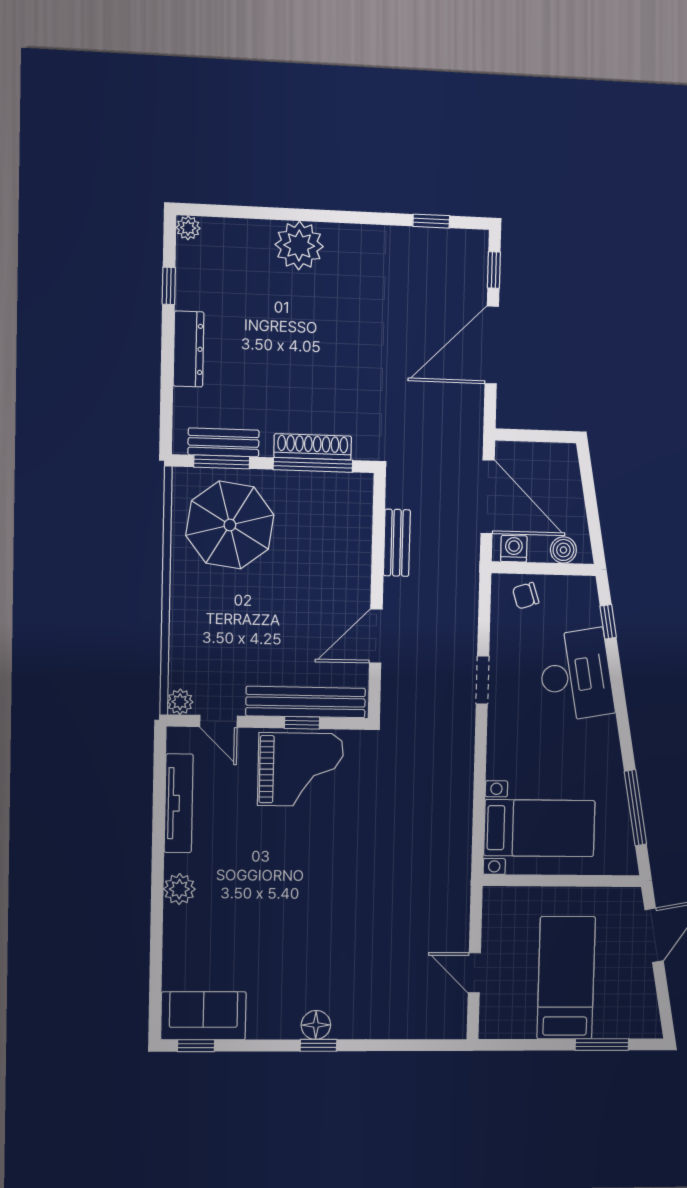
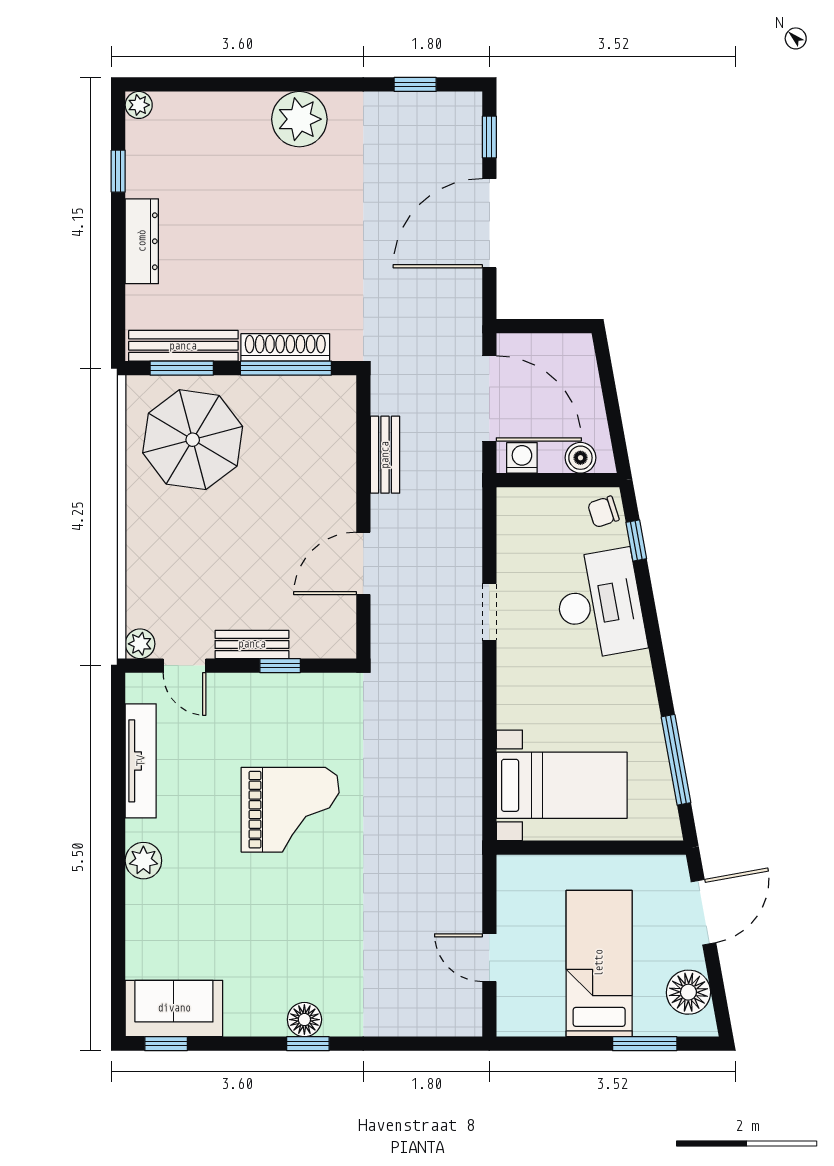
plant: (299, 245) -> (299, 119), moved
bench: (223, 442) -> (183, 346), width x1.36
chair: (526, 596) -> (603, 512), moved
bench: (306, 702) -> (252, 644), width x0.54, depth x0.82
grand piano: (301, 770) -> (290, 810), moved
floor lamp: (639, 1002) -> (688, 992), added

